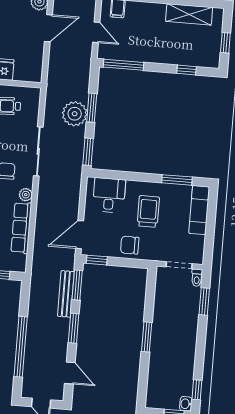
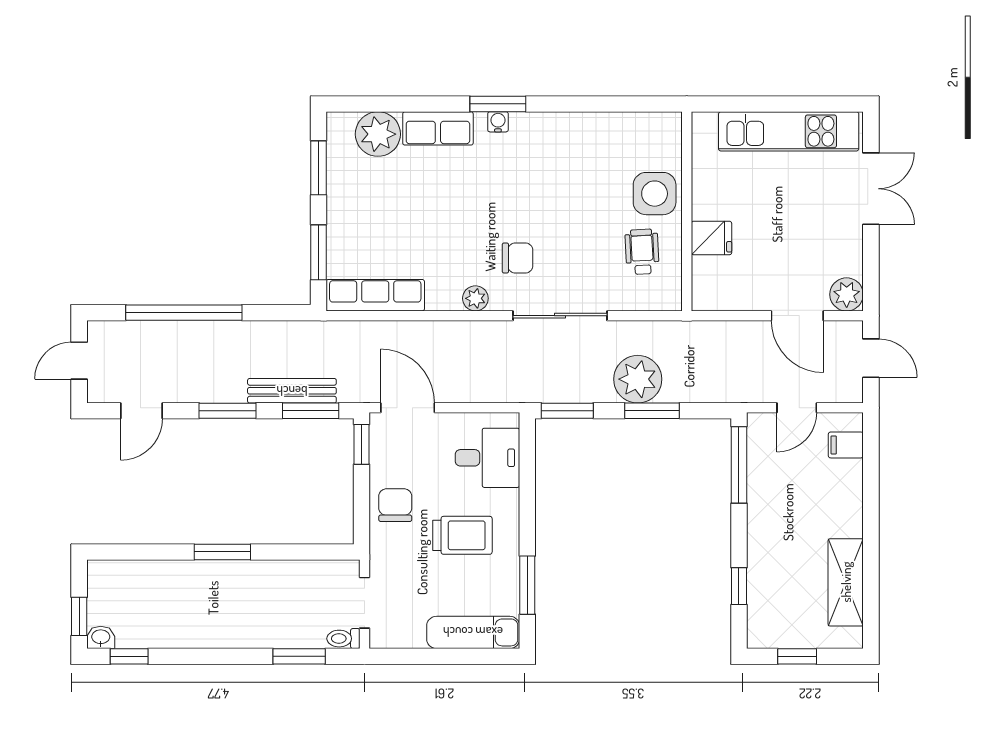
row of seats: (21, 228) -> (375, 295), moved

